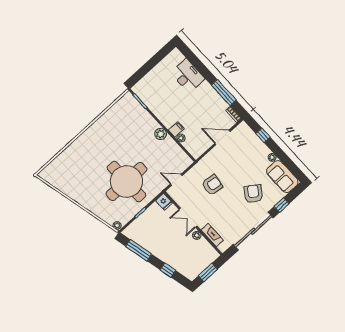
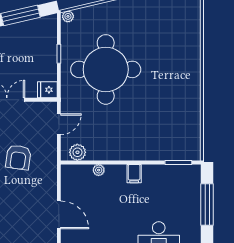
window: (148, 67) -> (207, 205), added
filing cabinet: (176, 129) -> (134, 174), moved
plant: (161, 134) -> (77, 152), moved
door: (222, 137) -> (59, 215), hinge flipped

